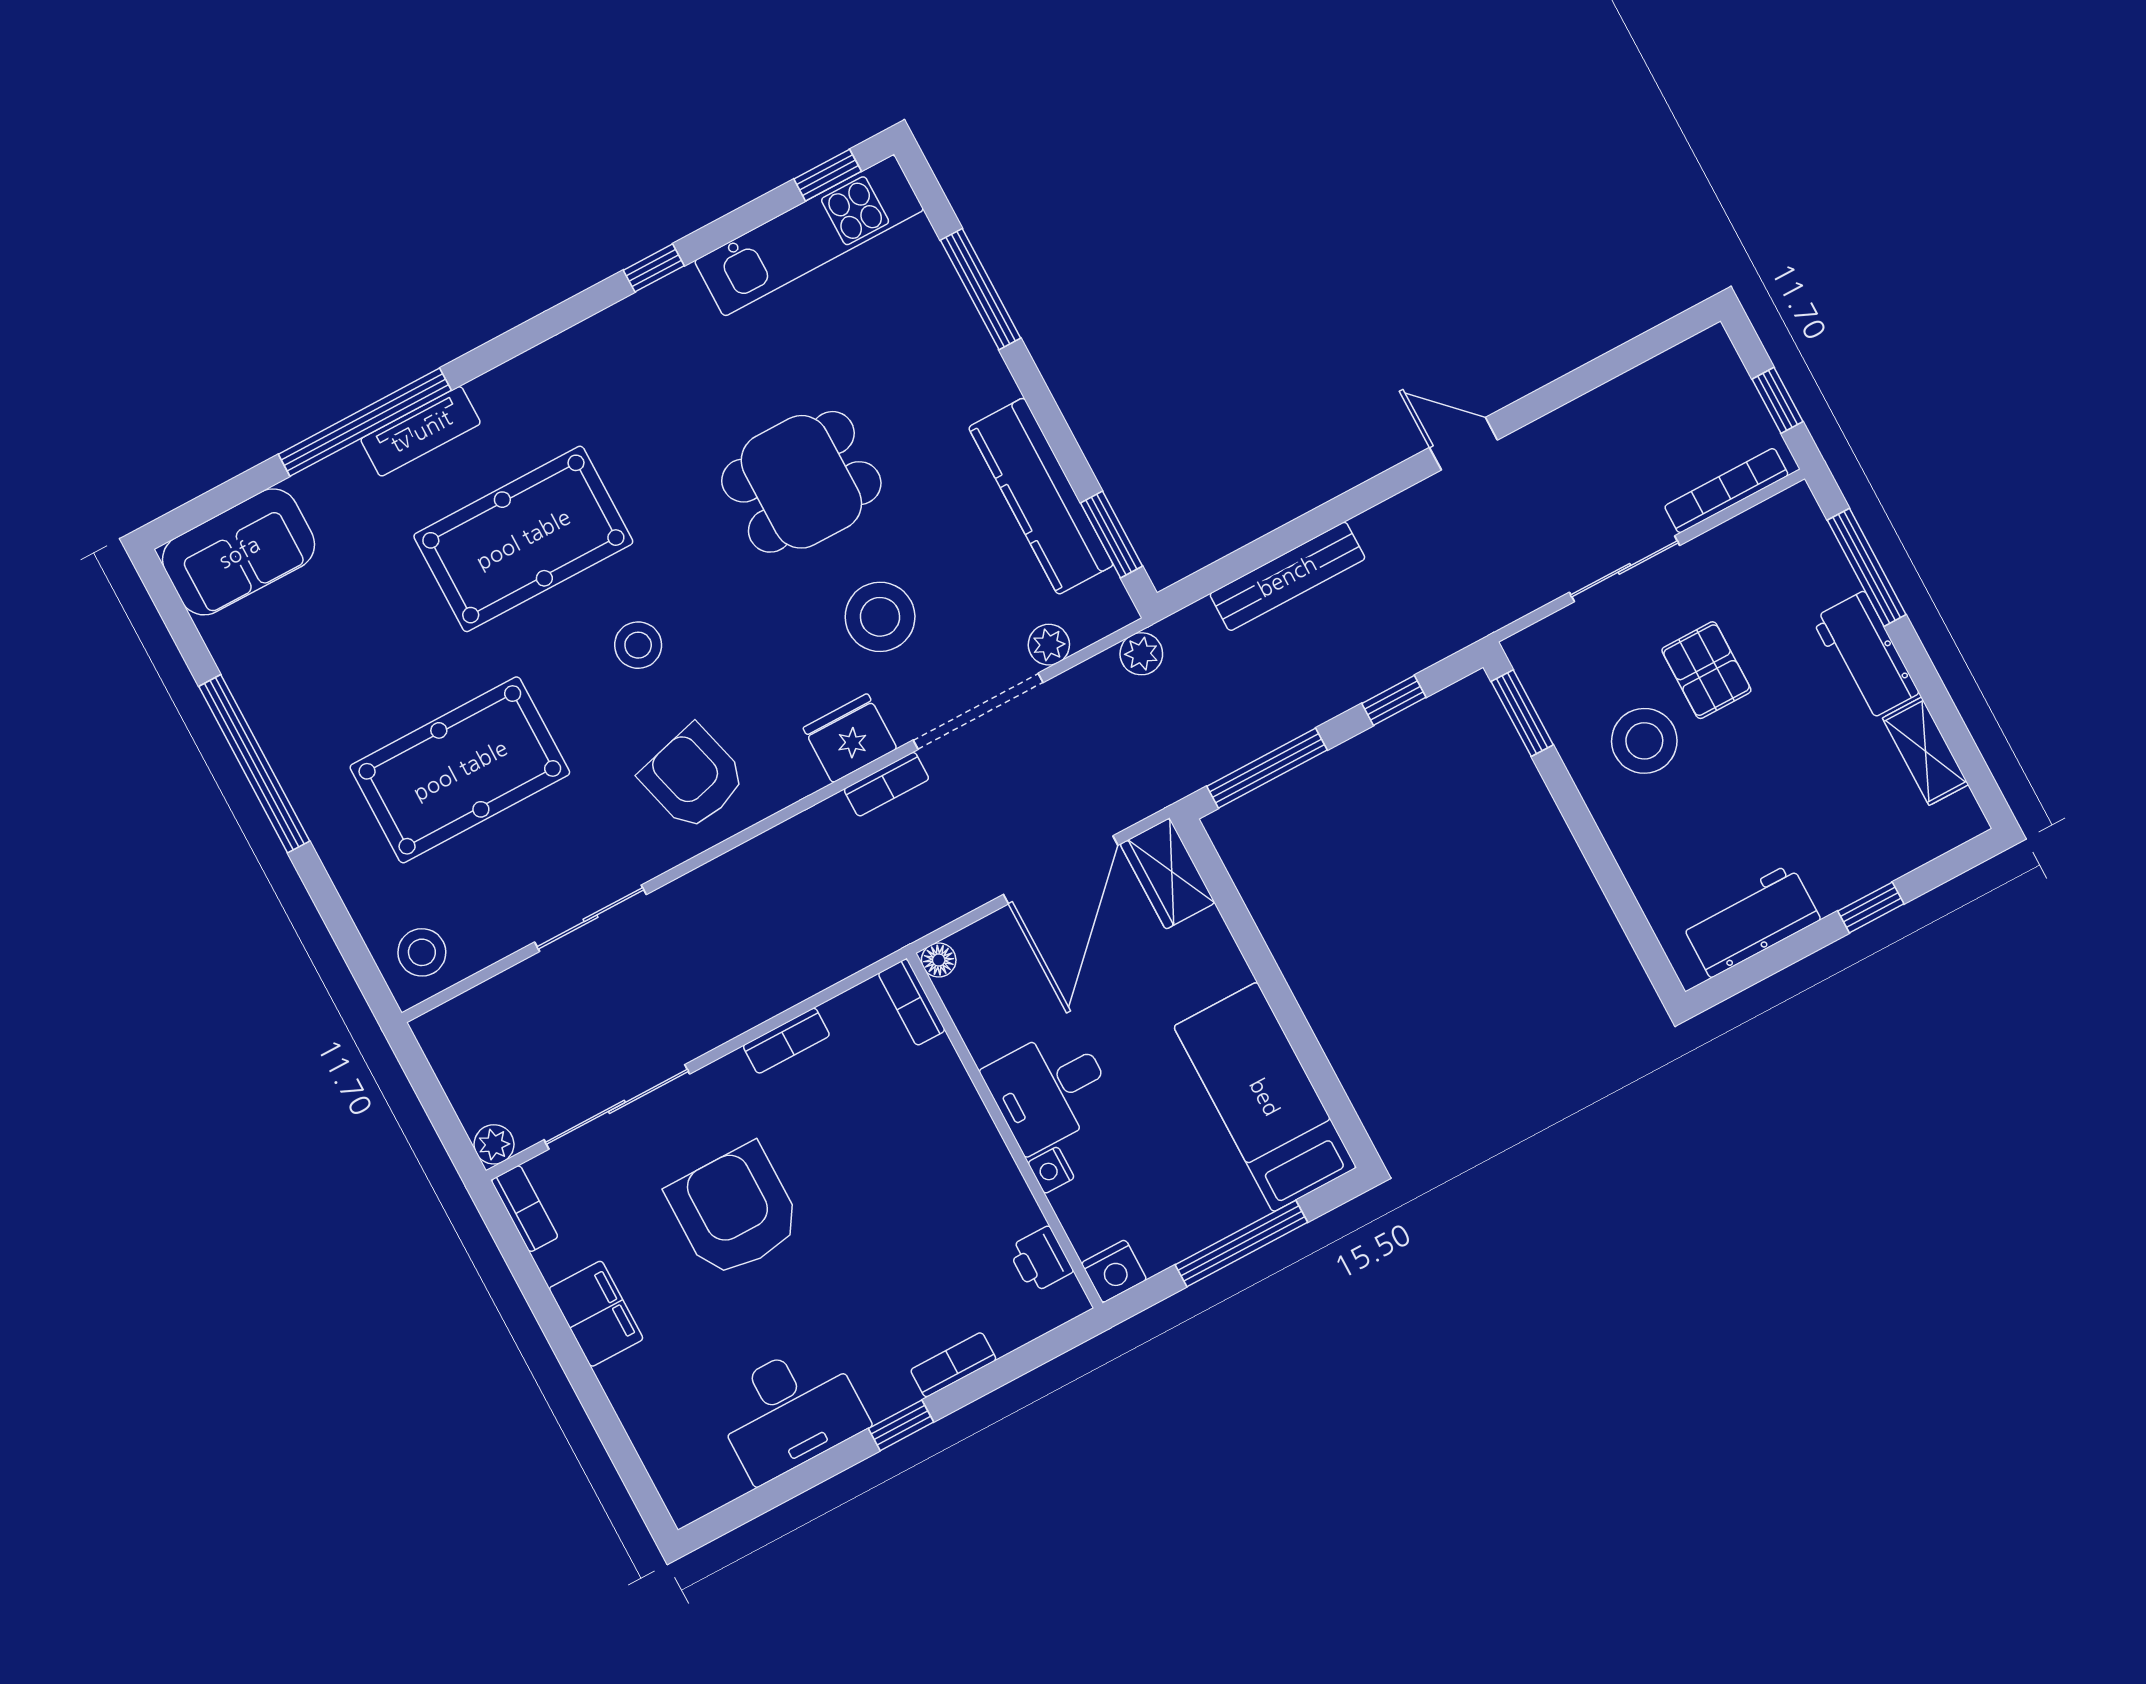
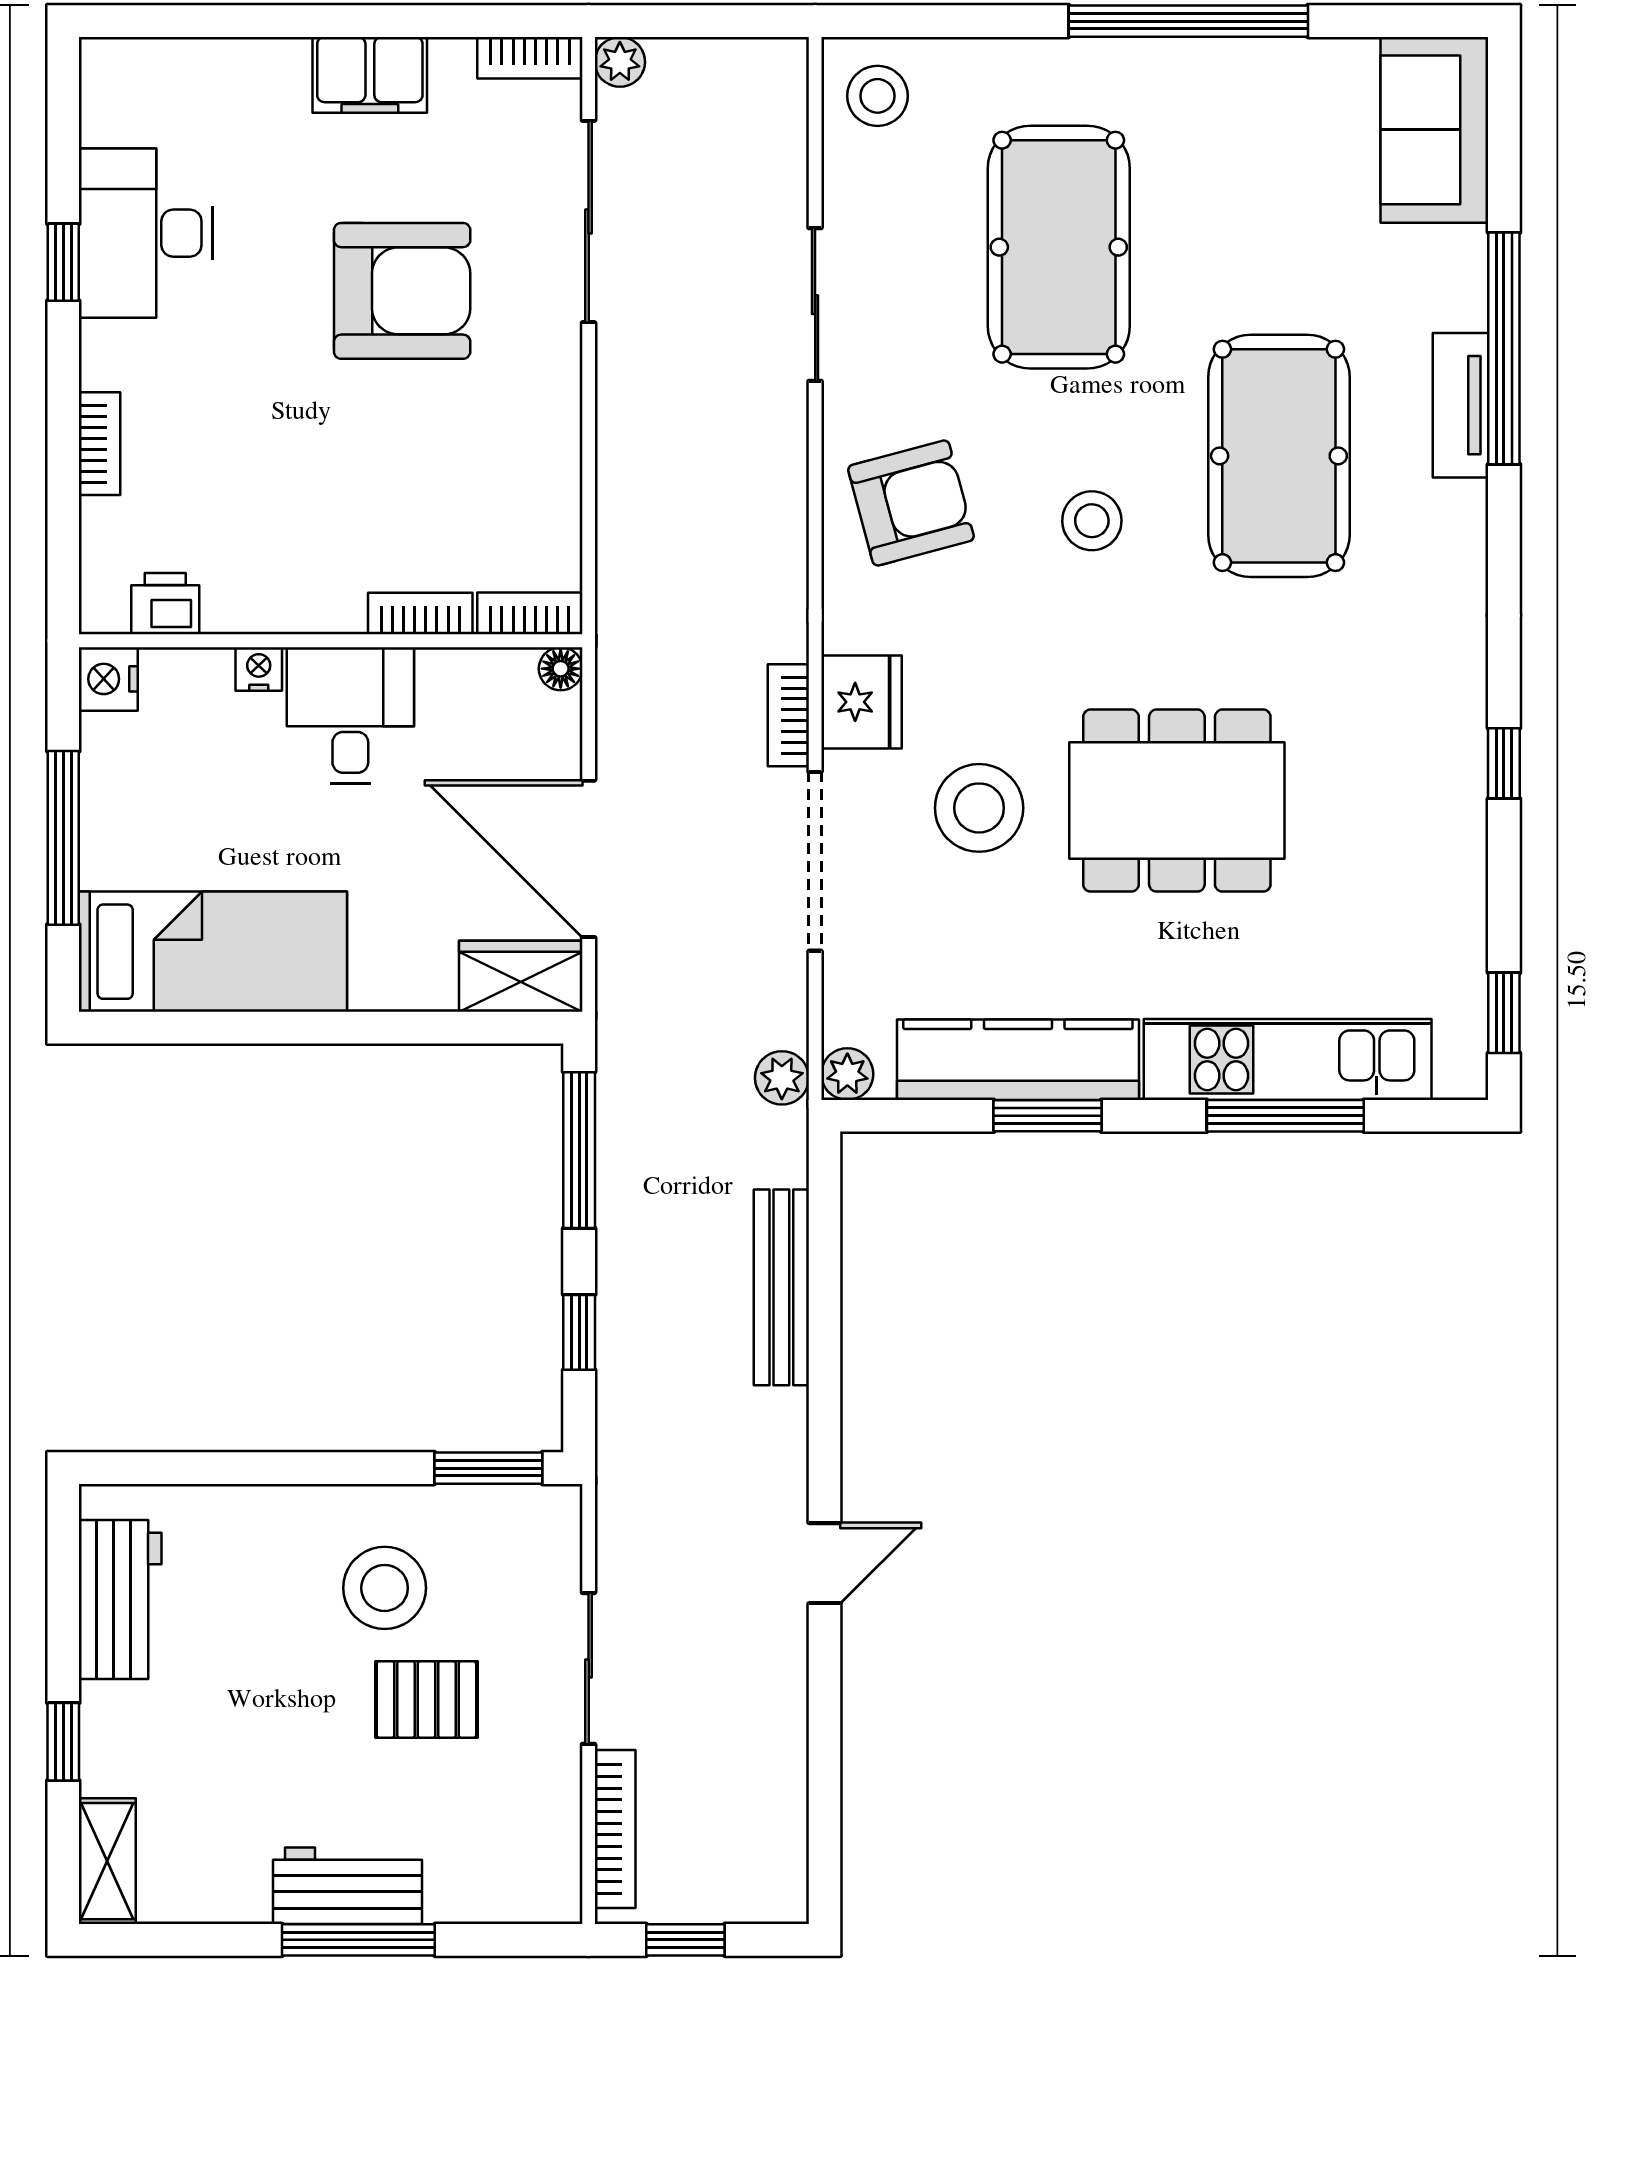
kitchen unit: (809, 235) -> (1288, 1059), moved, turned 90
dining table: (801, 482) -> (1177, 801), width x1.38
window: (1111, 534) -> (1047, 1116), moved
window: (1867, 567) -> (358, 1940), moved
plant: (1049, 645) -> (847, 1074), moved
shelving: (1925, 751) -> (107, 1861), moved, turned 90
bookcase: (786, 1041) -> (420, 614), moved, turned 90
window: (901, 1425) -> (63, 262), moved

